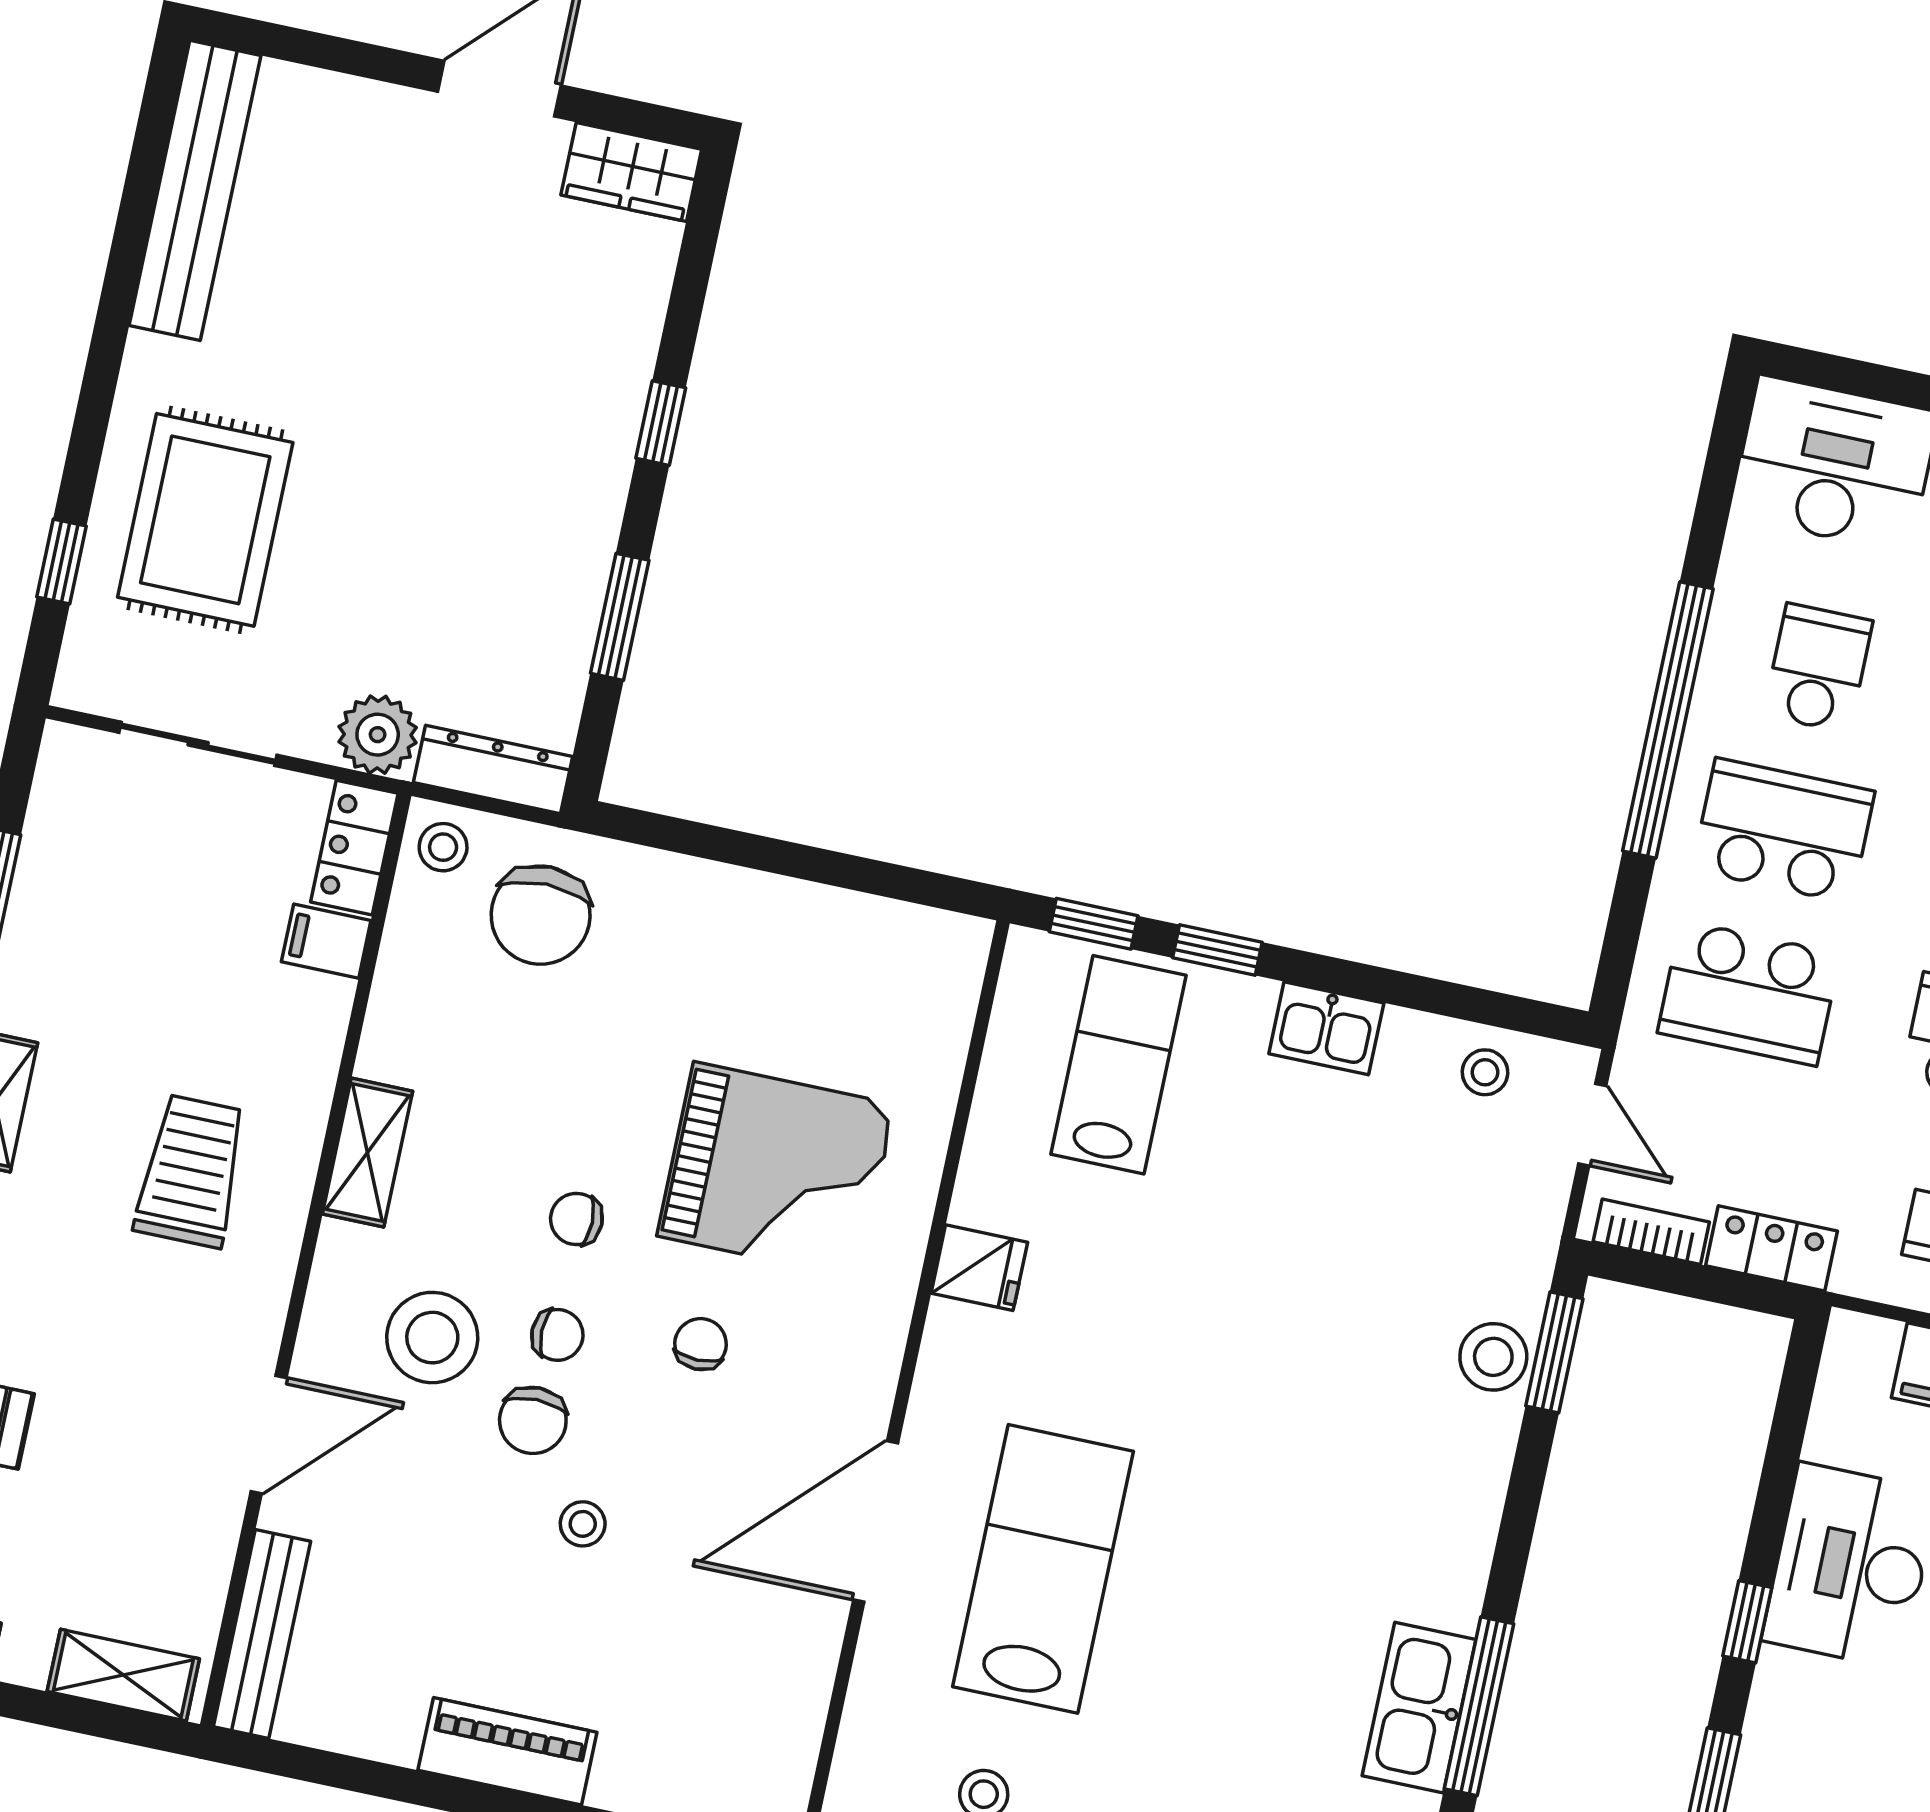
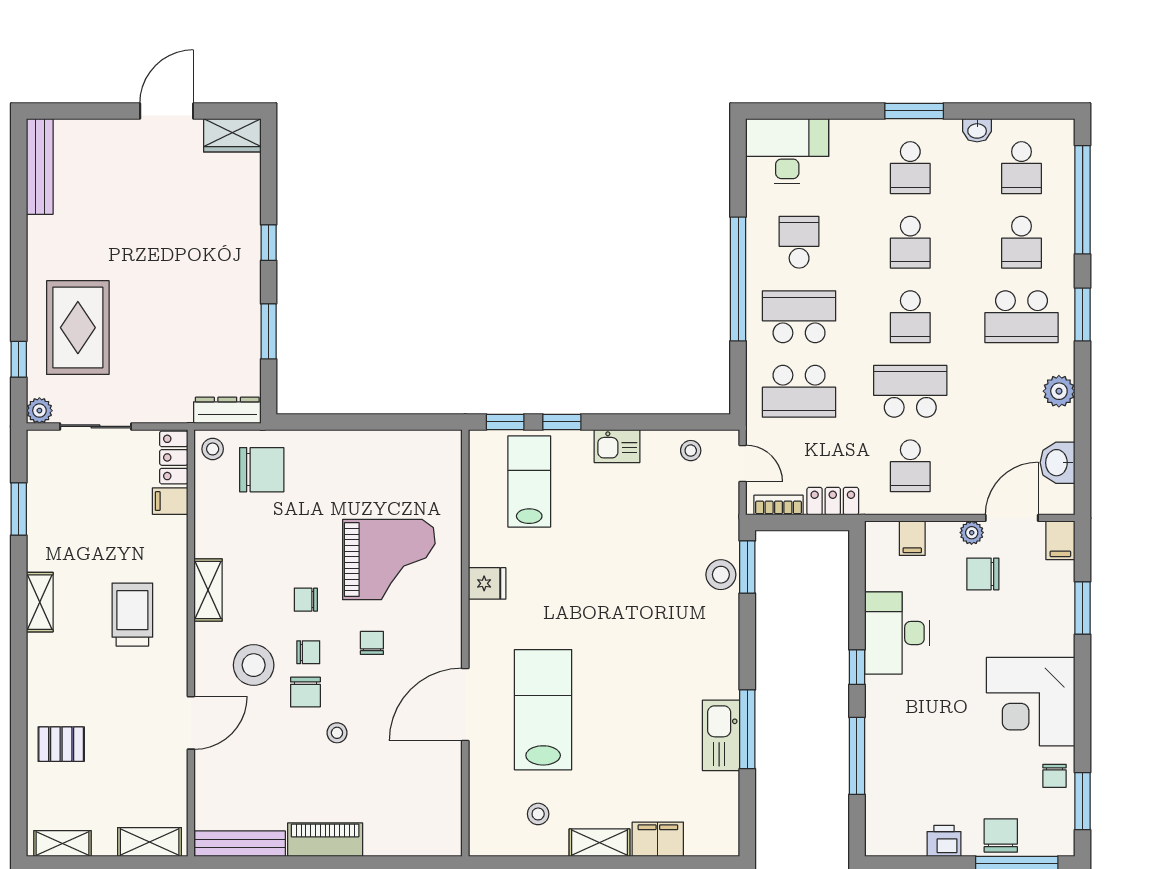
bench: (195, 190) -> (40, 166), width x0.73, depth x0.82
plant: (378, 735) -> (39, 411), moved, width x0.73, depth x0.73
chair: (541, 915) -> (262, 470), turned -90
bench: (262, 1634) -> (240, 844), moved, turned 90

